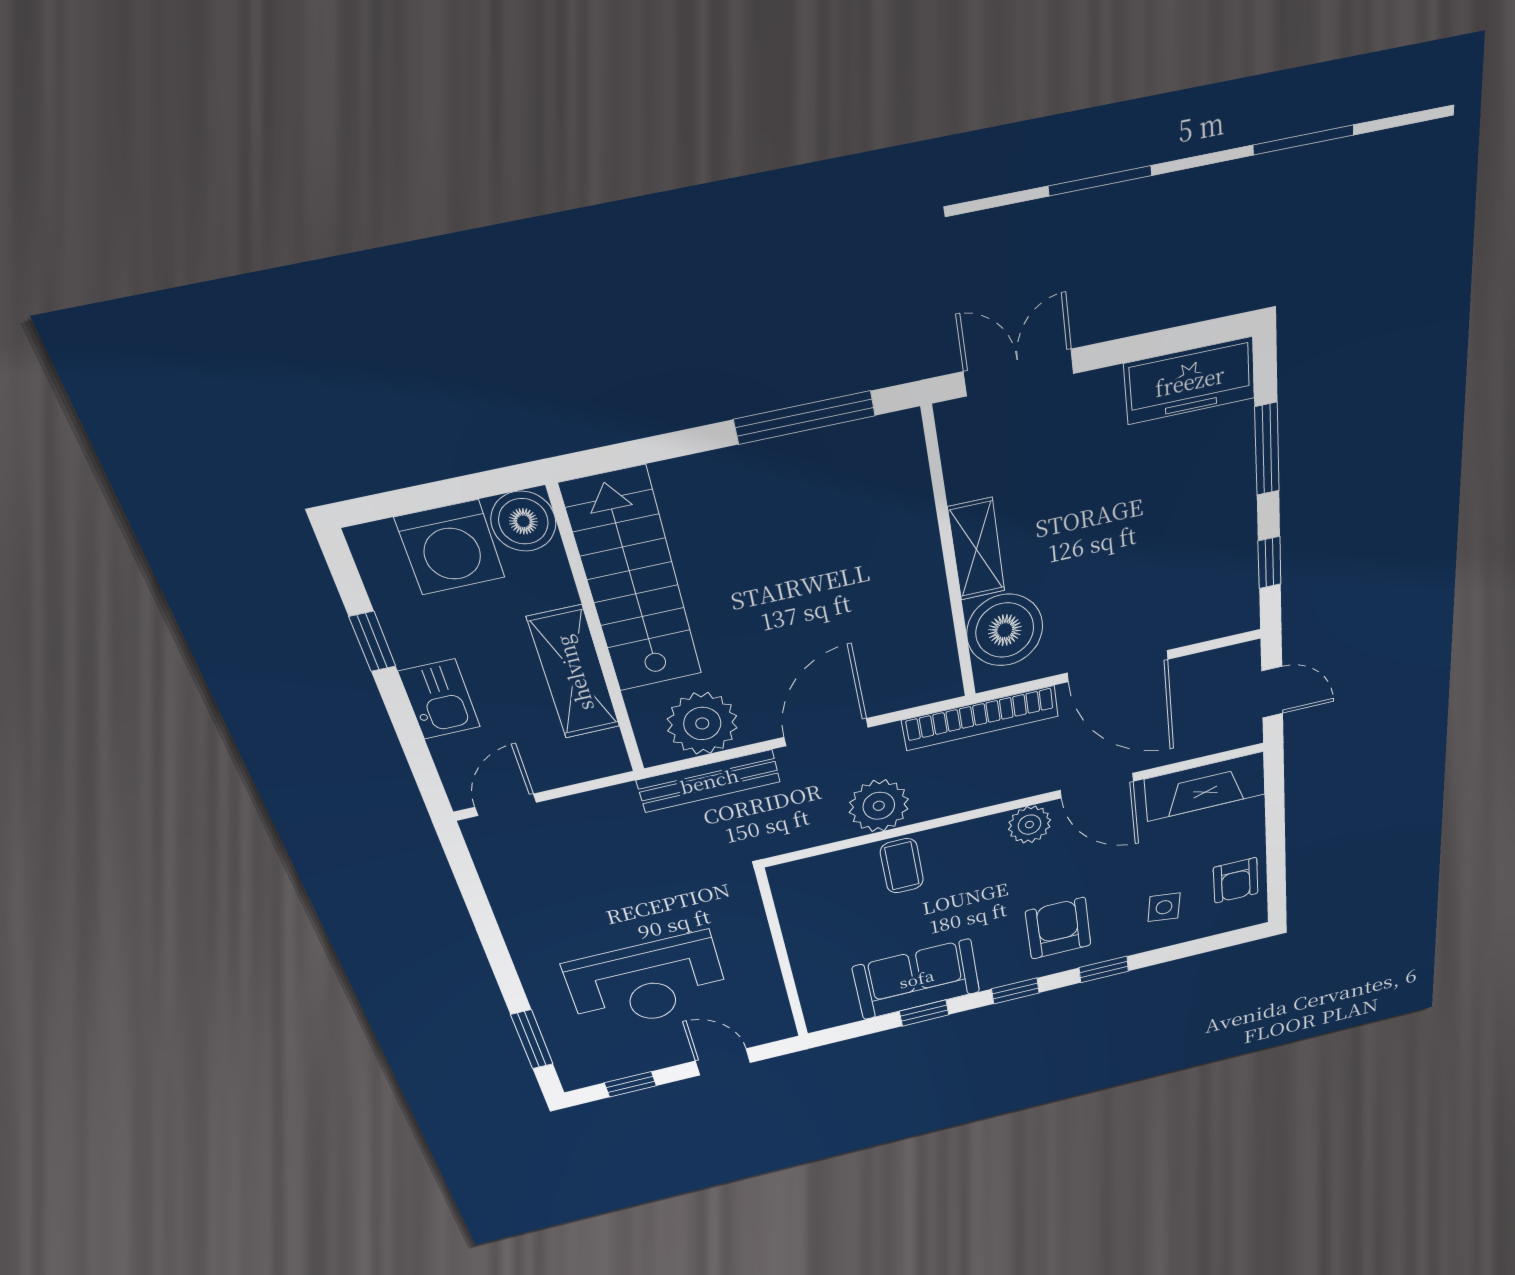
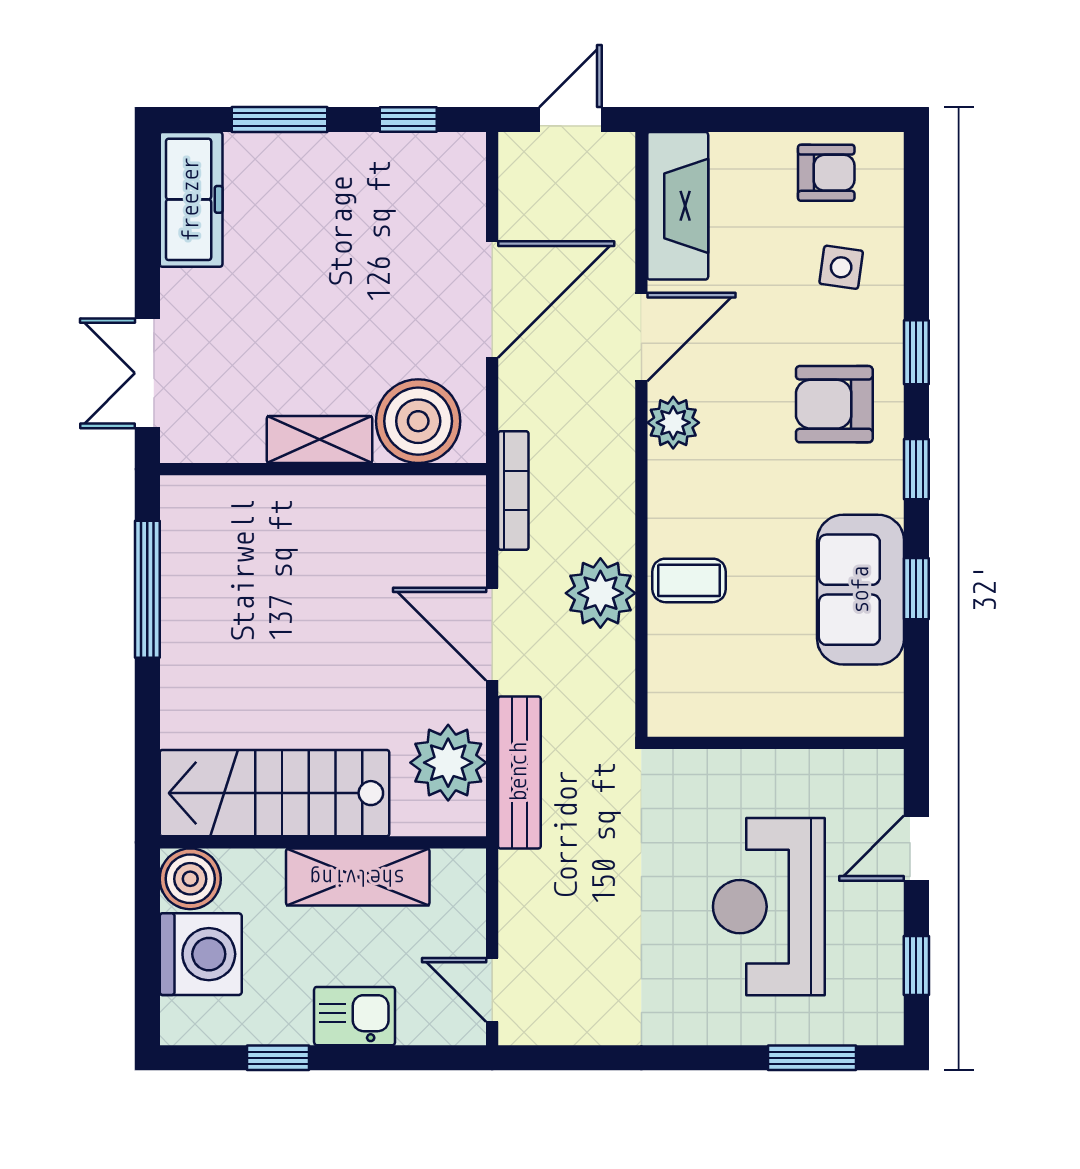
bookcase: (980, 718) -> (513, 491), width x0.68, depth x0.76
reception desk: (647, 982) -> (769, 907), turned 180

